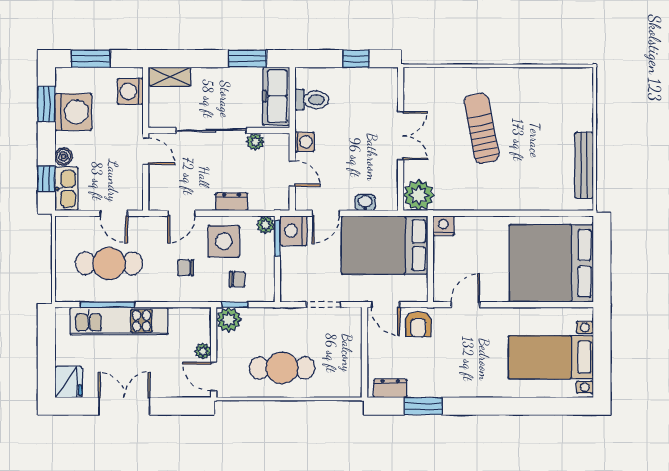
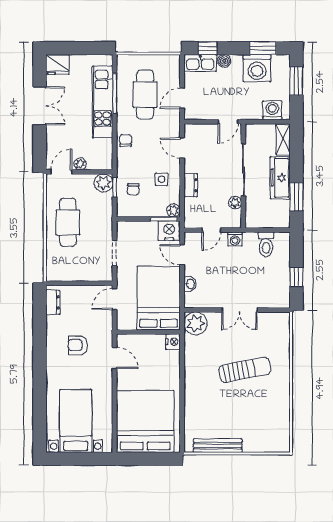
freezer: (276, 96) -> (280, 178), moved, turned -90
side table: (224, 241) -> (161, 179), width x0.54, depth x0.54
chair: (186, 268) -> (126, 141), moved
armchair: (418, 324) -> (78, 345), moved
window: (423, 406) -> (40, 327), removed

